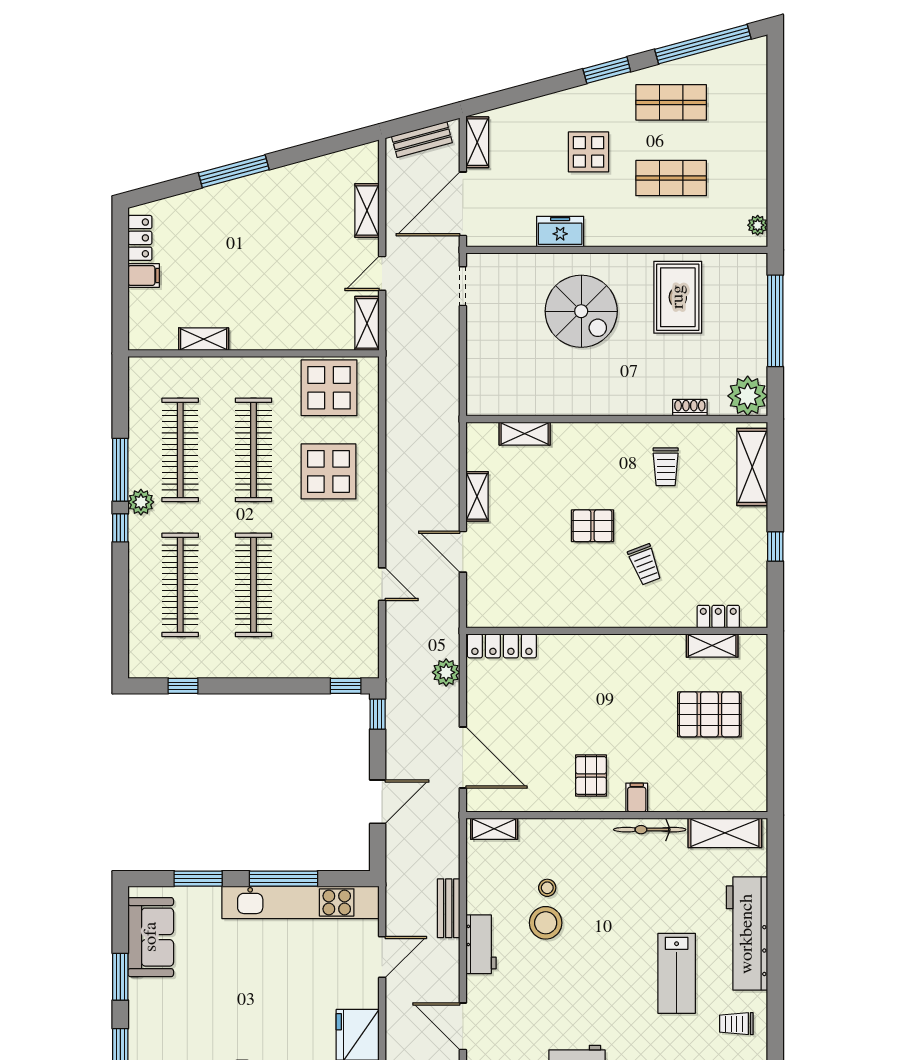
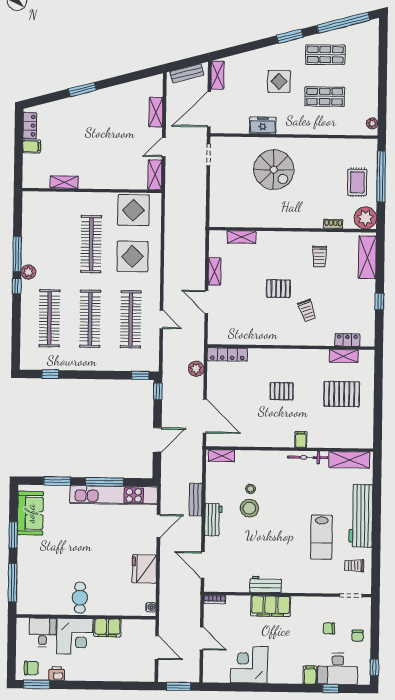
window: (234, 171) -> (82, 89), width x0.69
rug: (678, 297) -> (357, 182), moved, width x0.73, depth x0.70
clothes rail: (180, 450) -> (131, 319), moved
pallet: (591, 776) -> (282, 391), moved, turned 90

